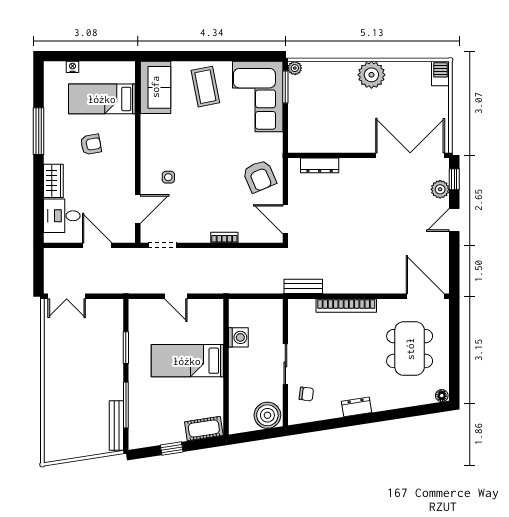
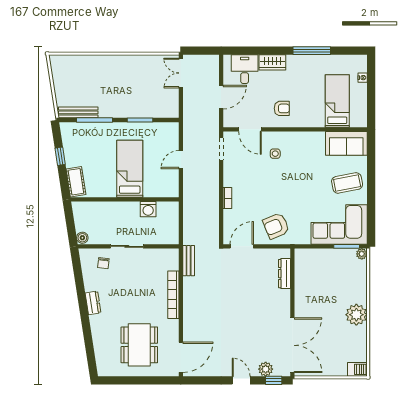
armchair: (91, 144) -> (282, 108), moved, turned -80
dining table: (410, 349) -> (139, 345), turned 90
floor lamp: (442, 396) -> (102, 370), removed
boiler: (267, 415) -> (82, 238), width x0.54, depth x0.54

